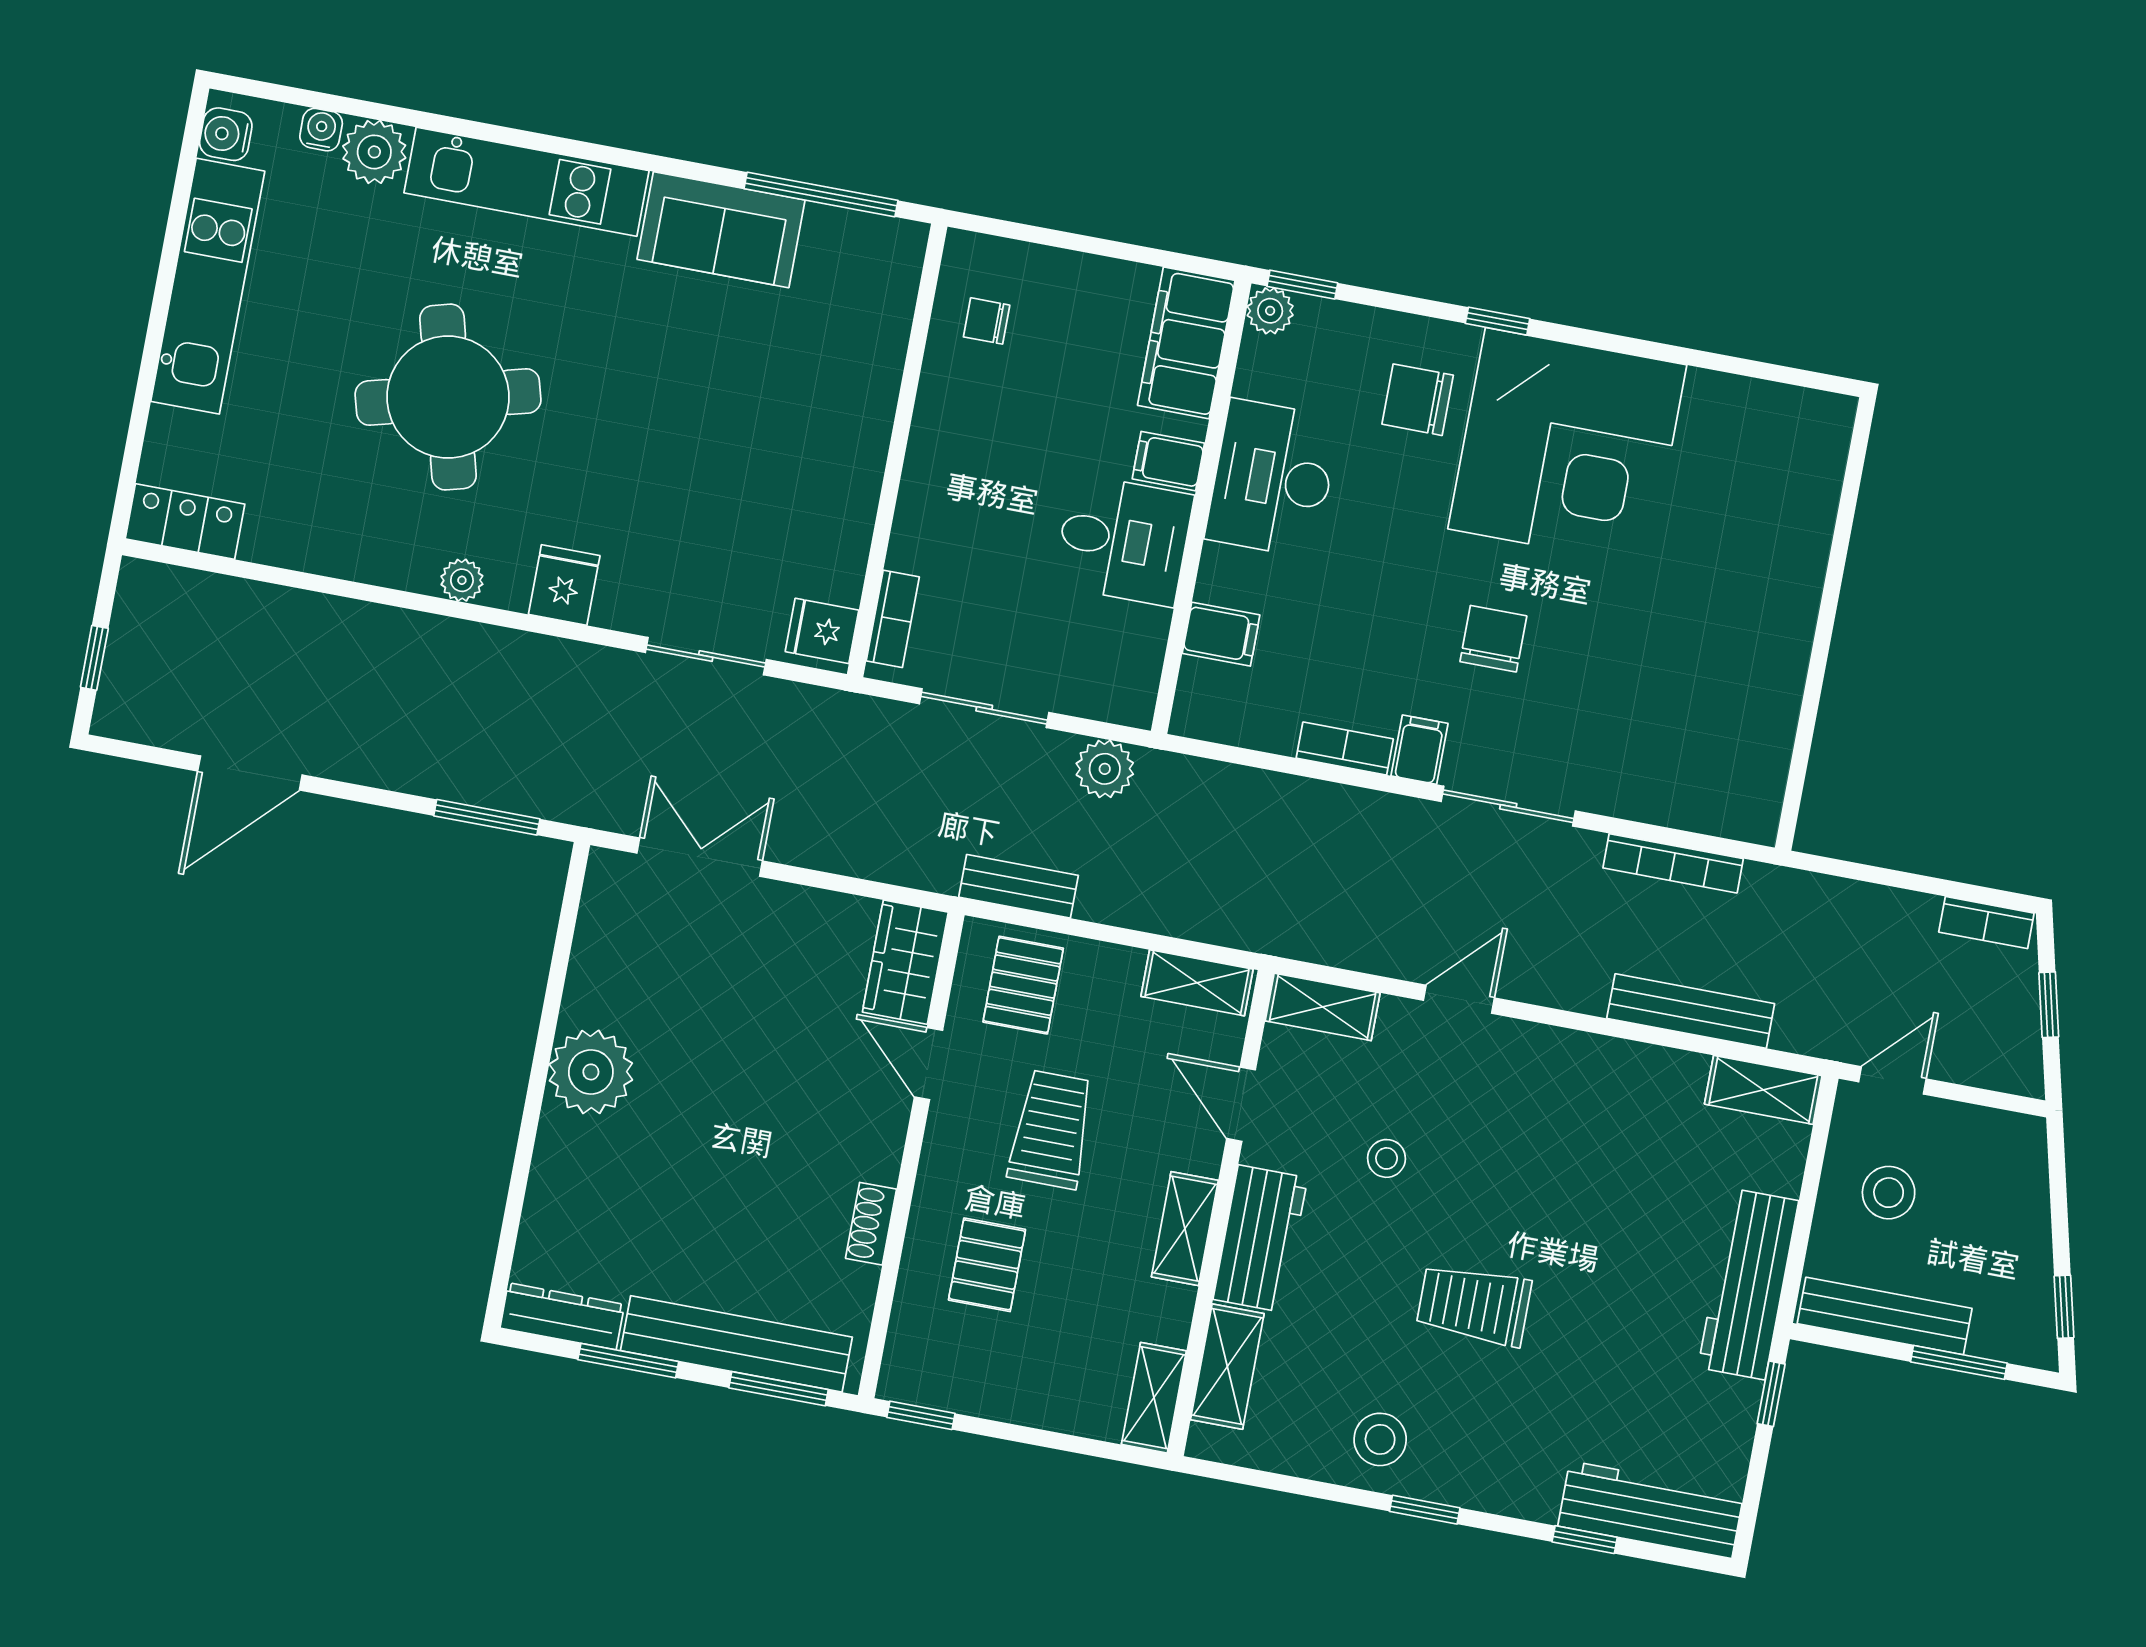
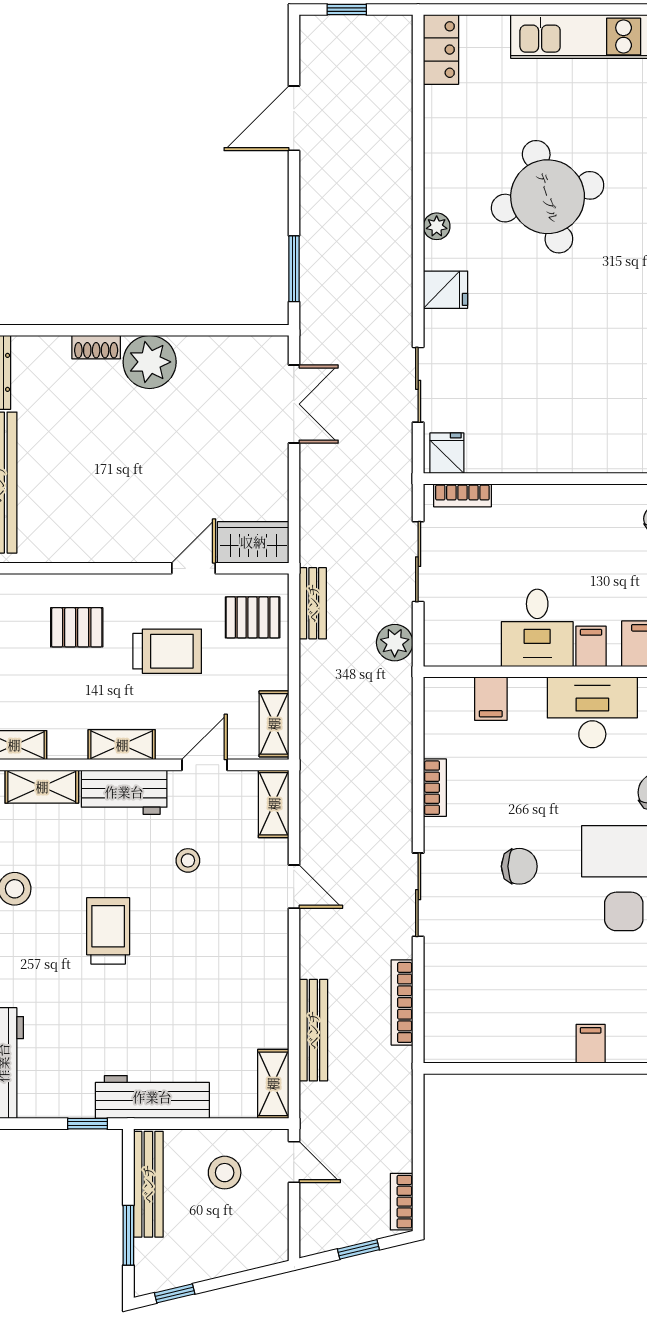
filing cabinet: (1419, 750) -> (591, 1044), moved, turned -90
door: (250, 773) -> (294, 118), hinge flipped
shoe rack: (871, 1224) -> (96, 347), moved, turned 180

